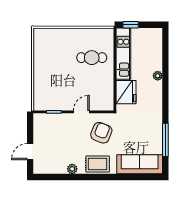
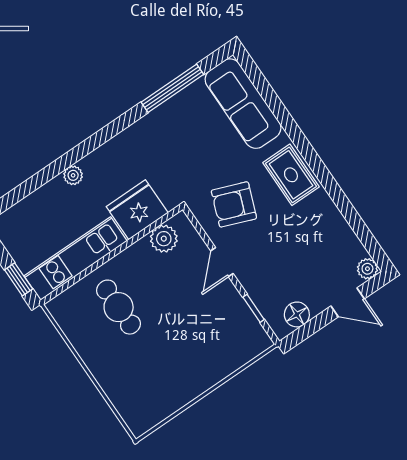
plant: (107, 95) -> (164, 239), added
door: (81, 112) -> (222, 262), hinge flipped
floor lamp: (39, 128) -> (297, 314), added
plant: (72, 169) -> (367, 269), moved

